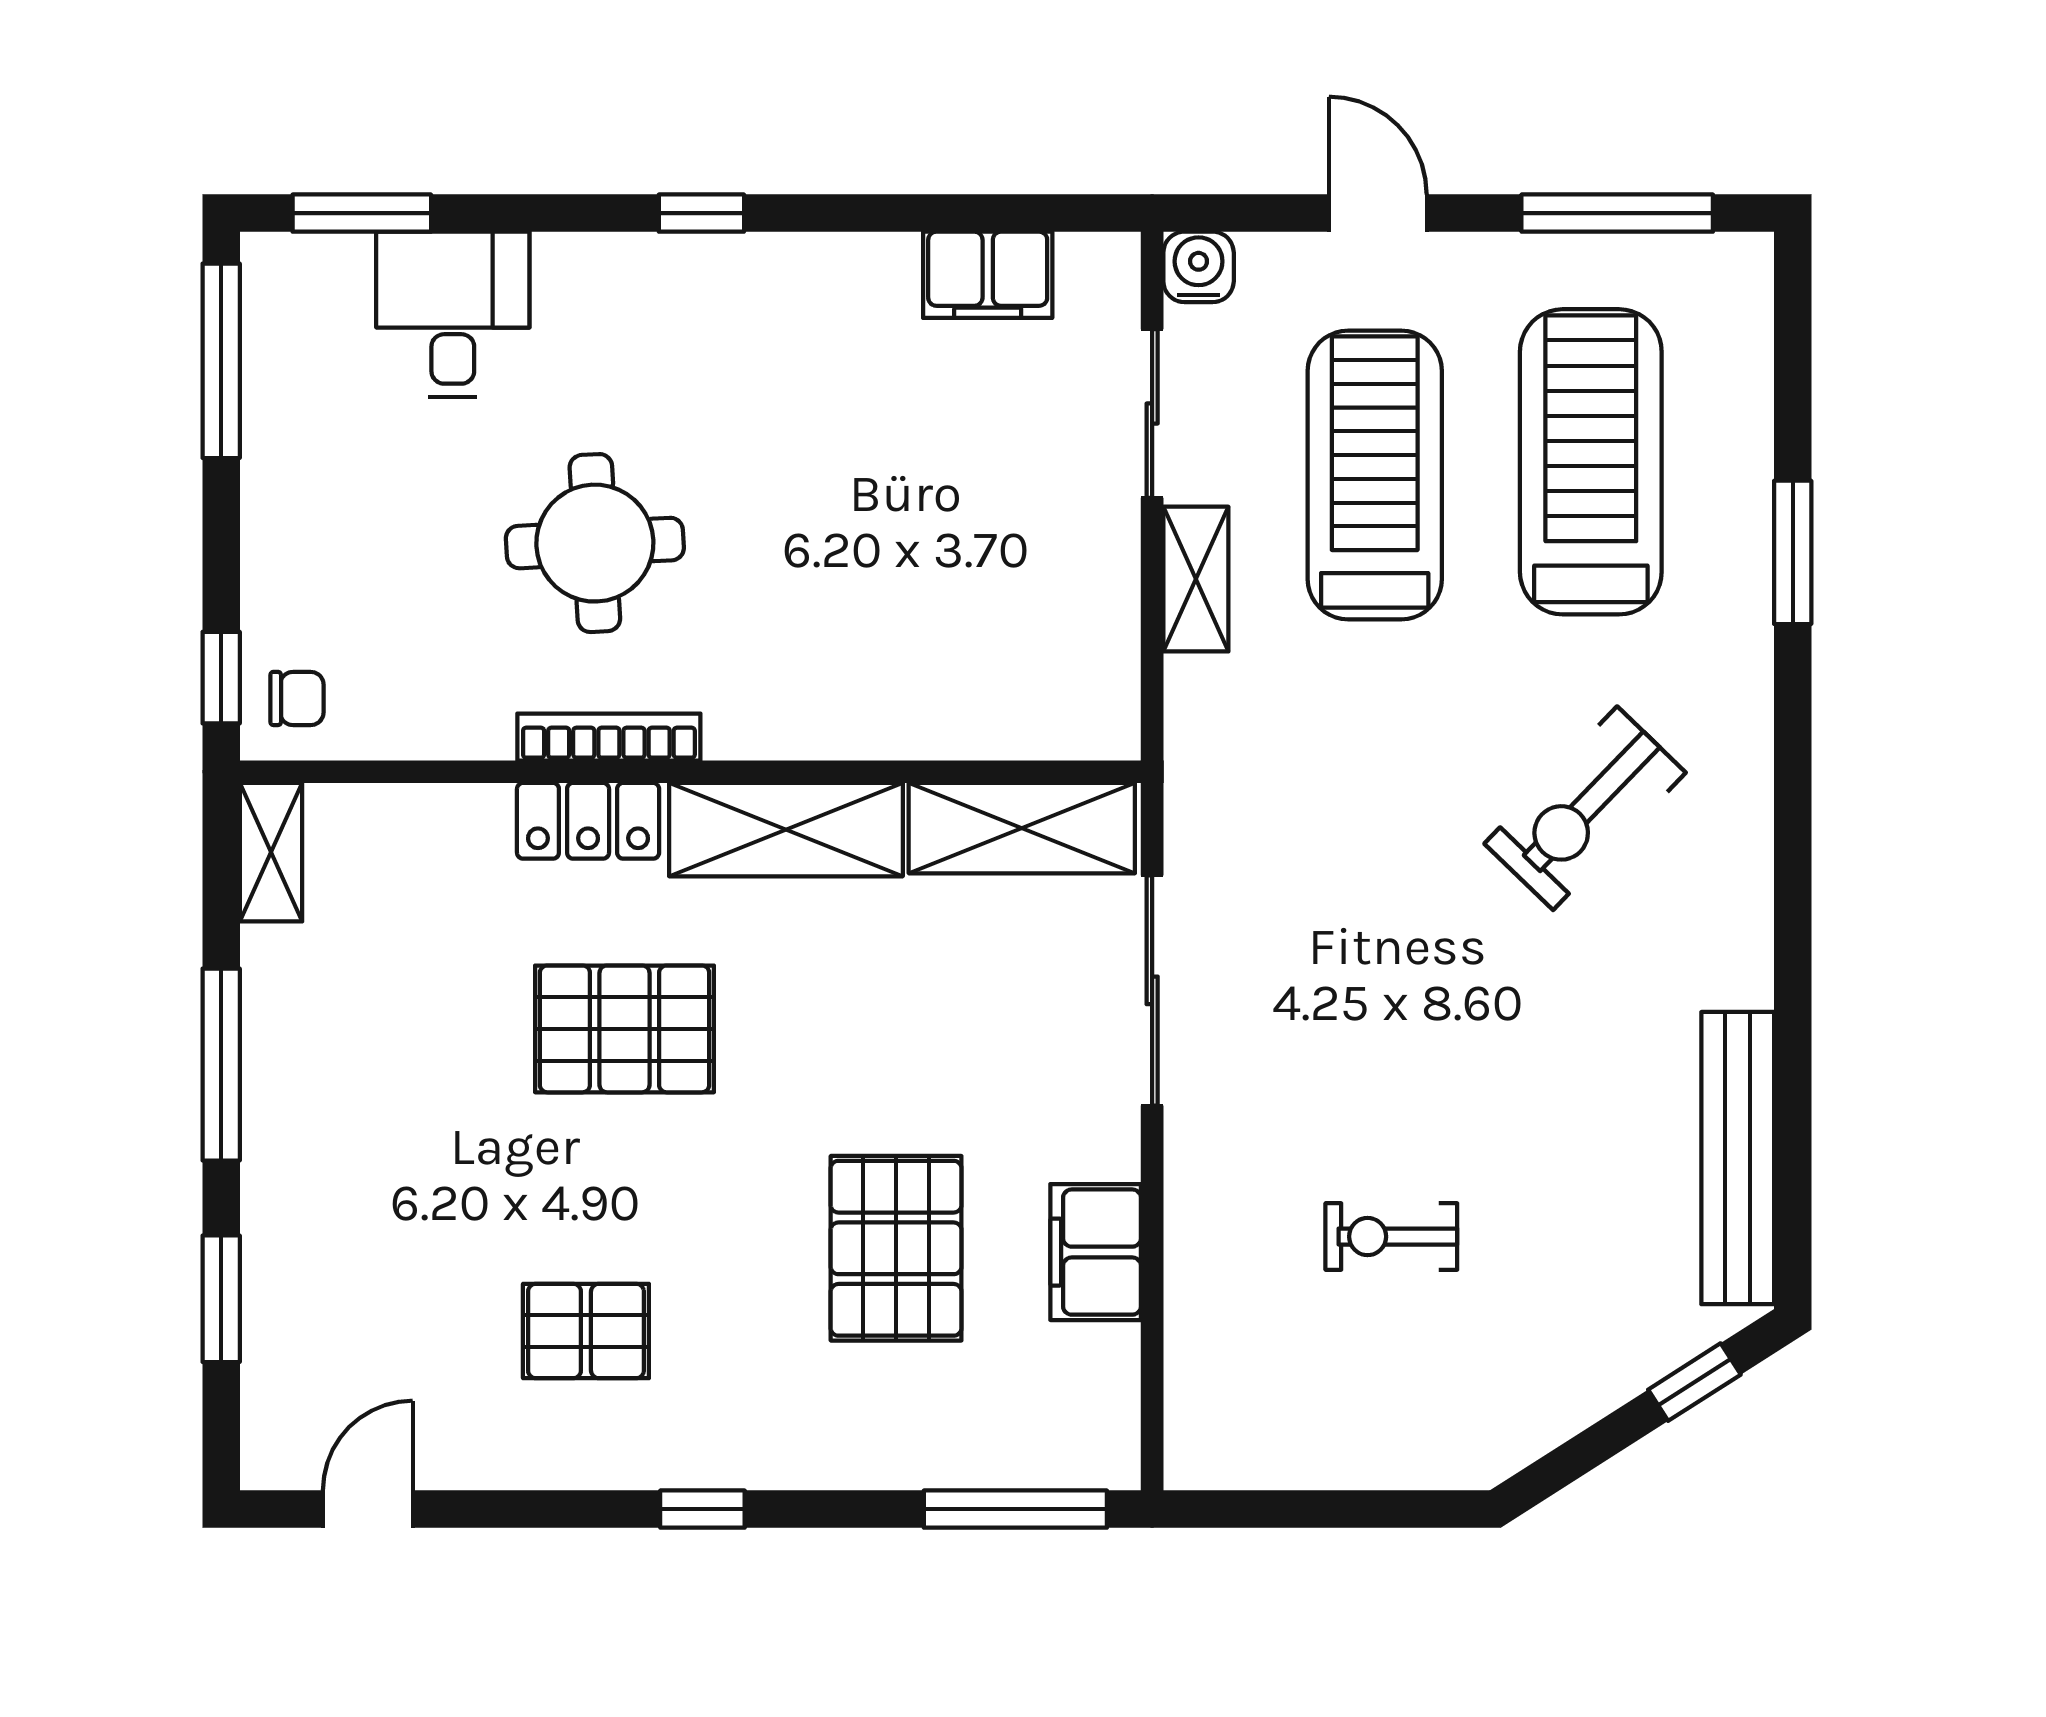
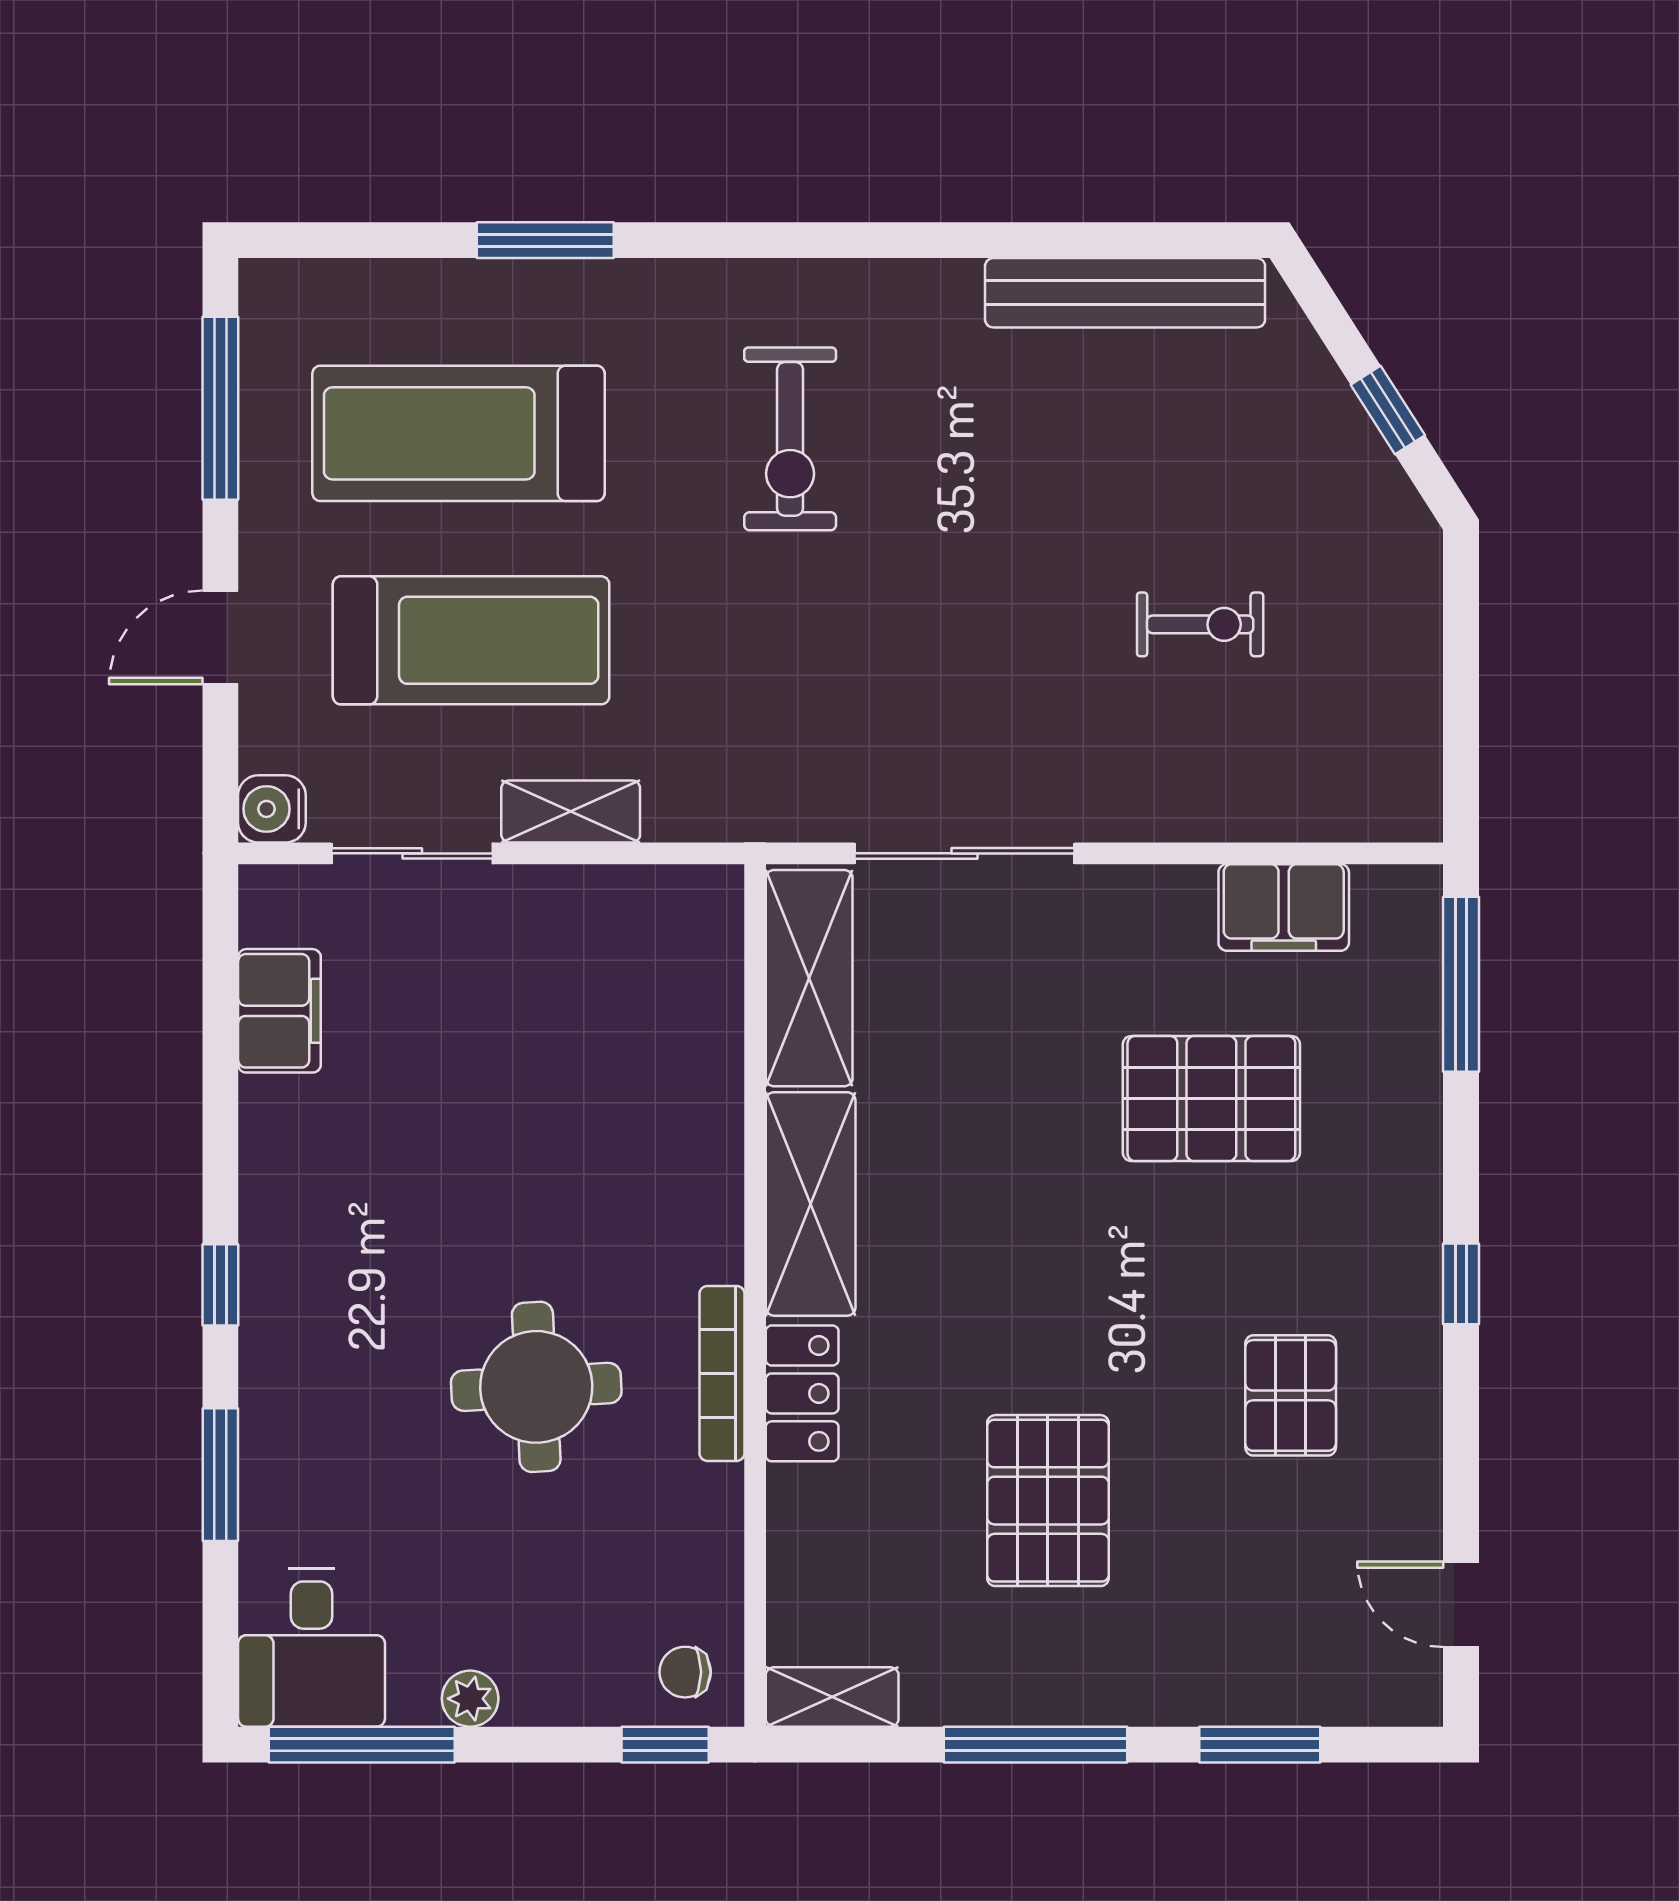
window: (362, 213) -> (220, 1475), moved
desk: (453, 314) -> (311, 1648), moved, turned -90
plant: (269, 474) -> (470, 1699), added
treadmill: (1375, 475) -> (471, 640), turned 180
chair: (297, 698) -> (685, 1672), turned -90
exercise bike: (1585, 808) -> (790, 439), turned 46
pallet: (625, 1029) -> (1048, 1501), moved
exercise bike: (1391, 1237) -> (1200, 624), turned -90
filing cabinet: (1096, 1252) -> (1284, 907), moved
window: (1694, 1382) -> (1388, 410), moved

